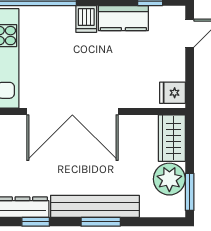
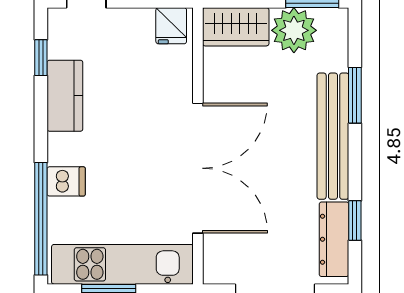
dishwasher: (86, 19) -> (66, 181), moved
window: (101, 222) -> (355, 95), moved

